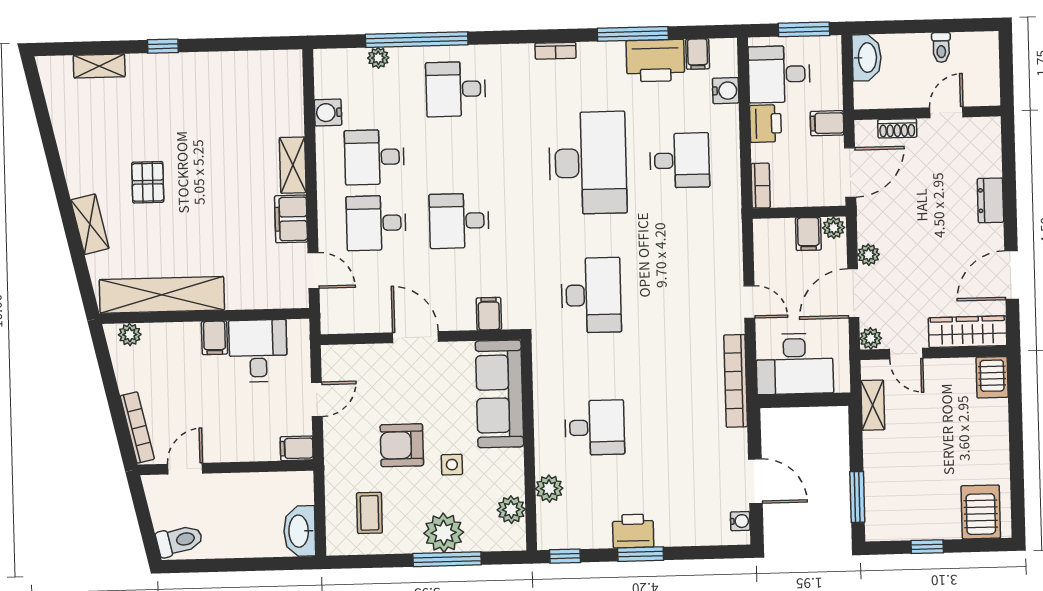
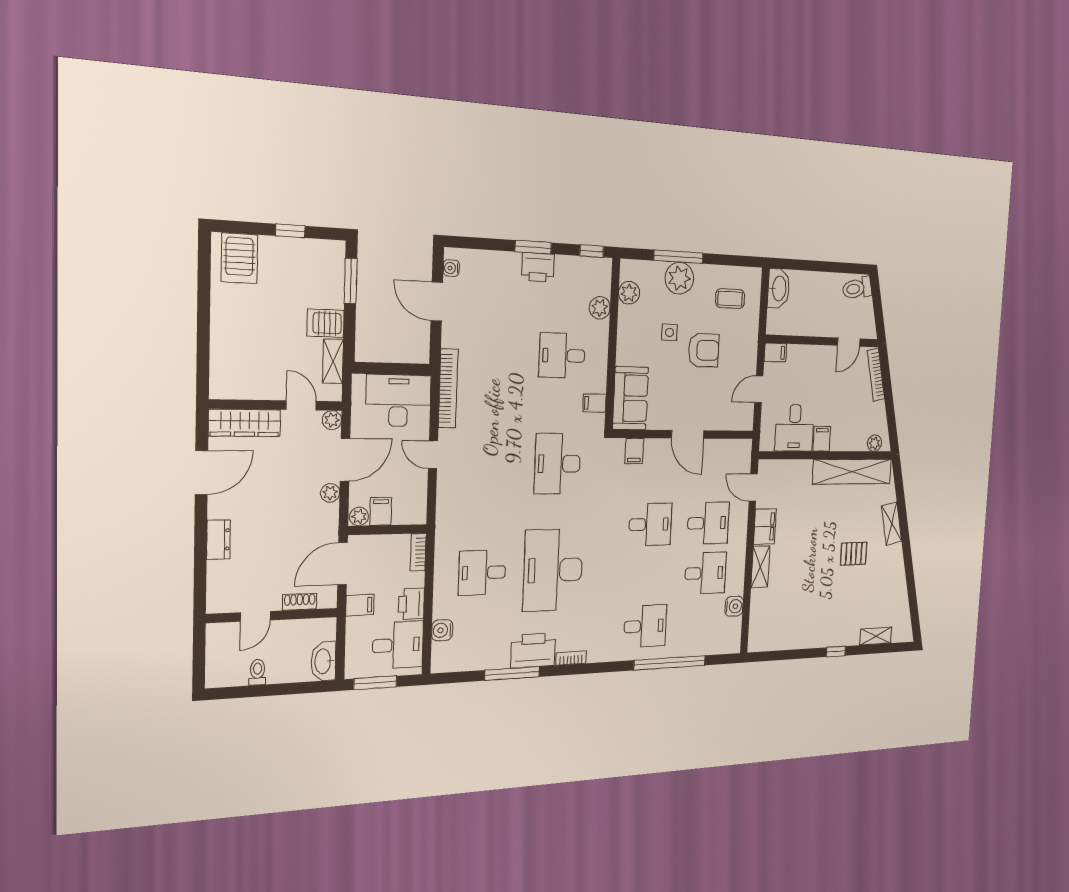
filing cabinet: (698, 54) -> (594, 403), moved, turned -90
plant: (378, 58) -> (697, 648), removed
printer: (655, 61) -> (533, 651), moved
pallet: (148, 182) -> (854, 554), turned 90
server rack: (992, 377) -> (326, 323), moved, turned -90
sofa: (499, 394) -> (631, 398), width x0.73
coffee table: (369, 513) -> (730, 299), turned 90

